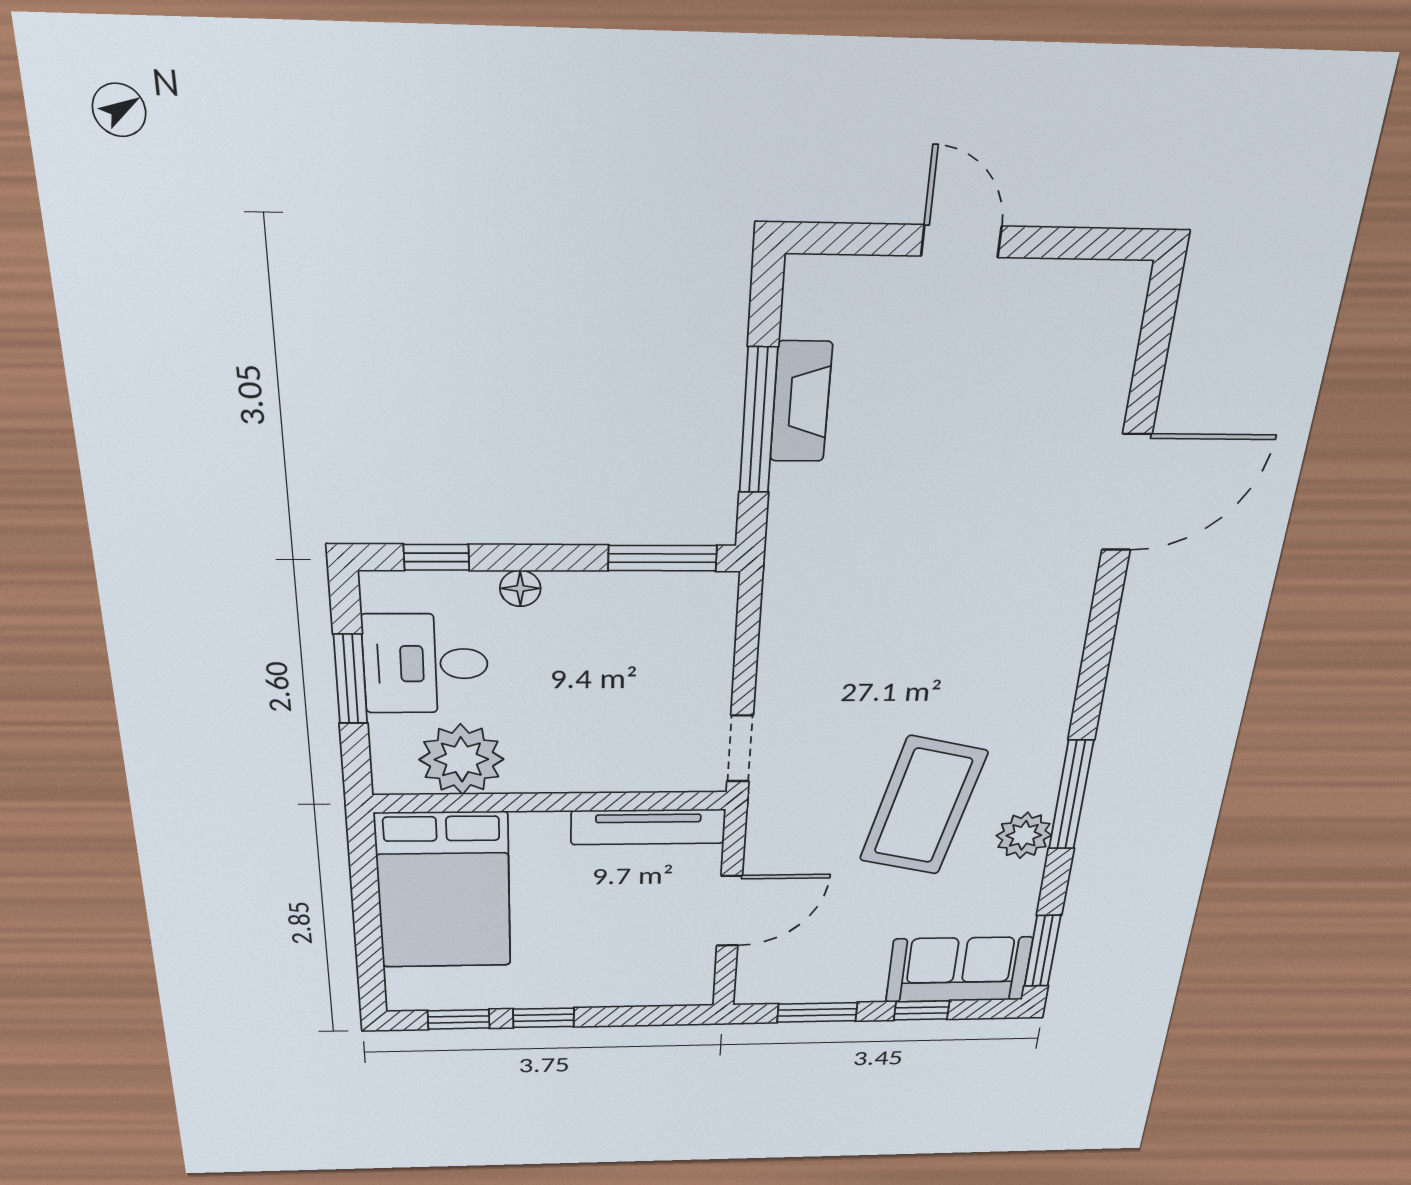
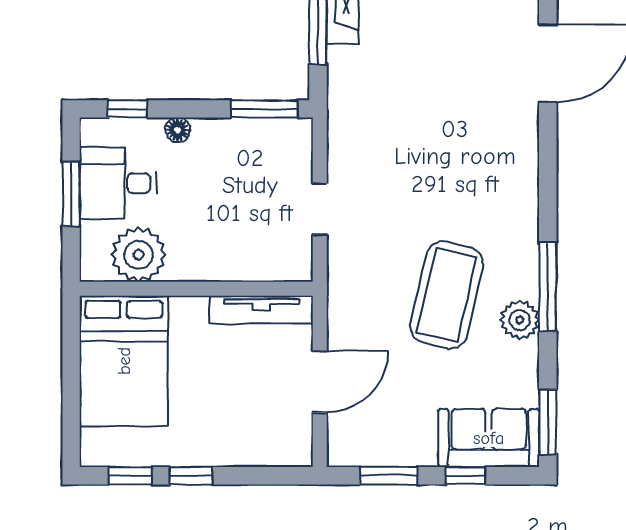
doorway: (740, 749) -> (320, 209), moved

